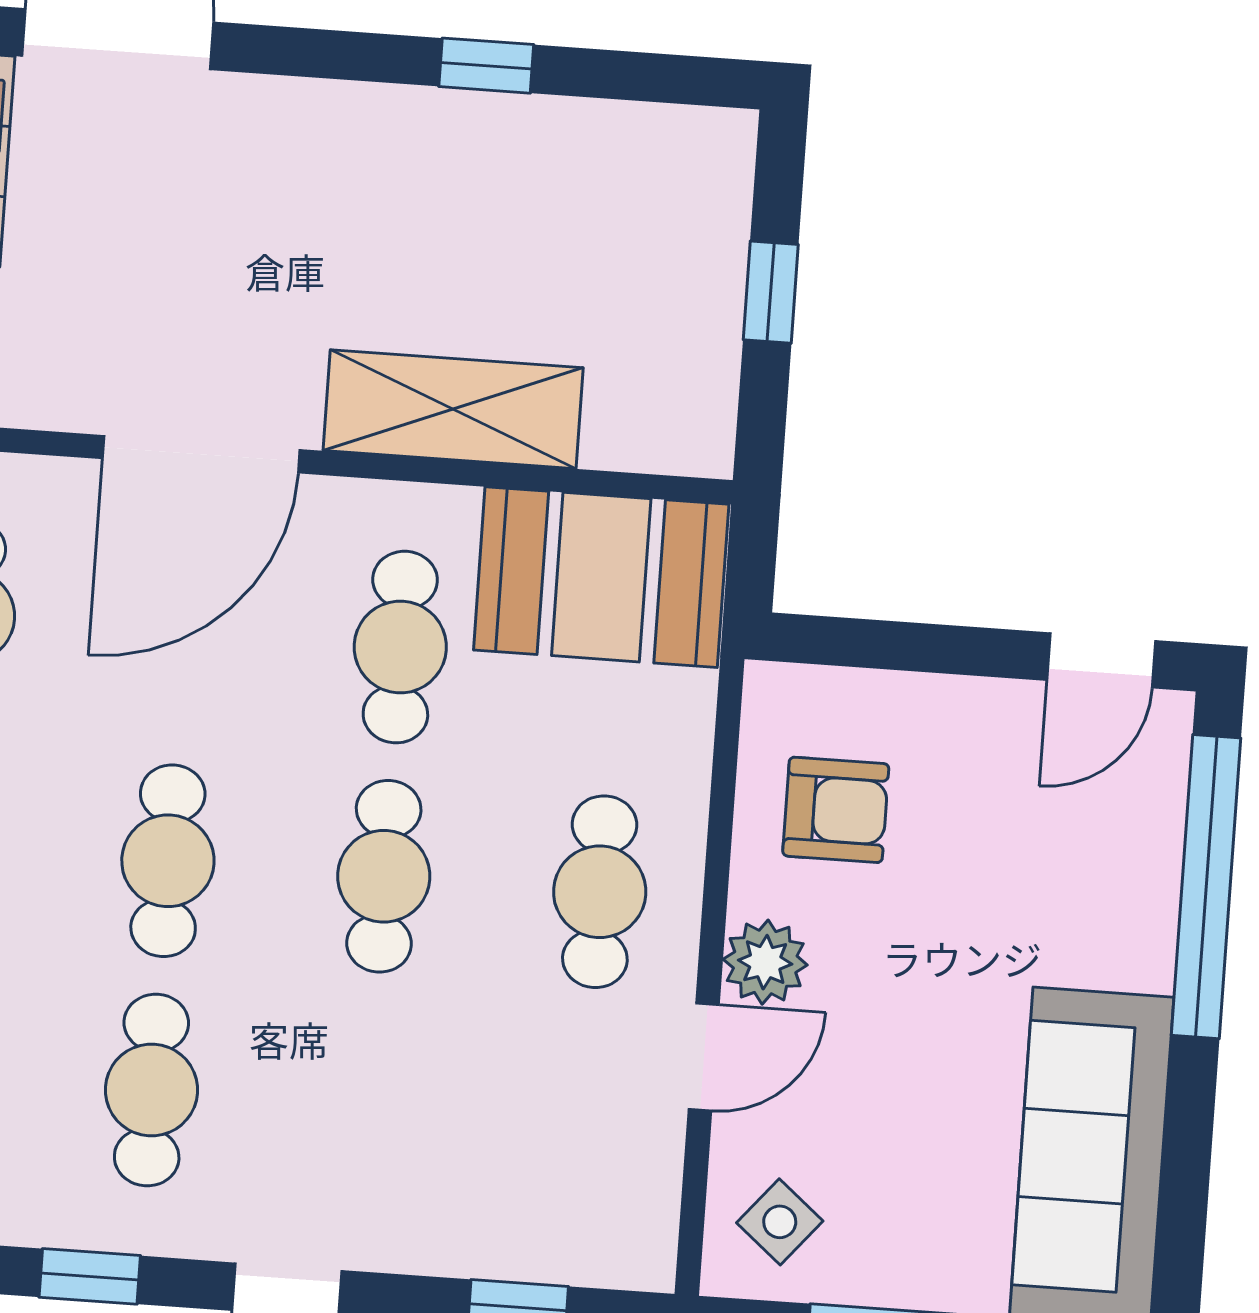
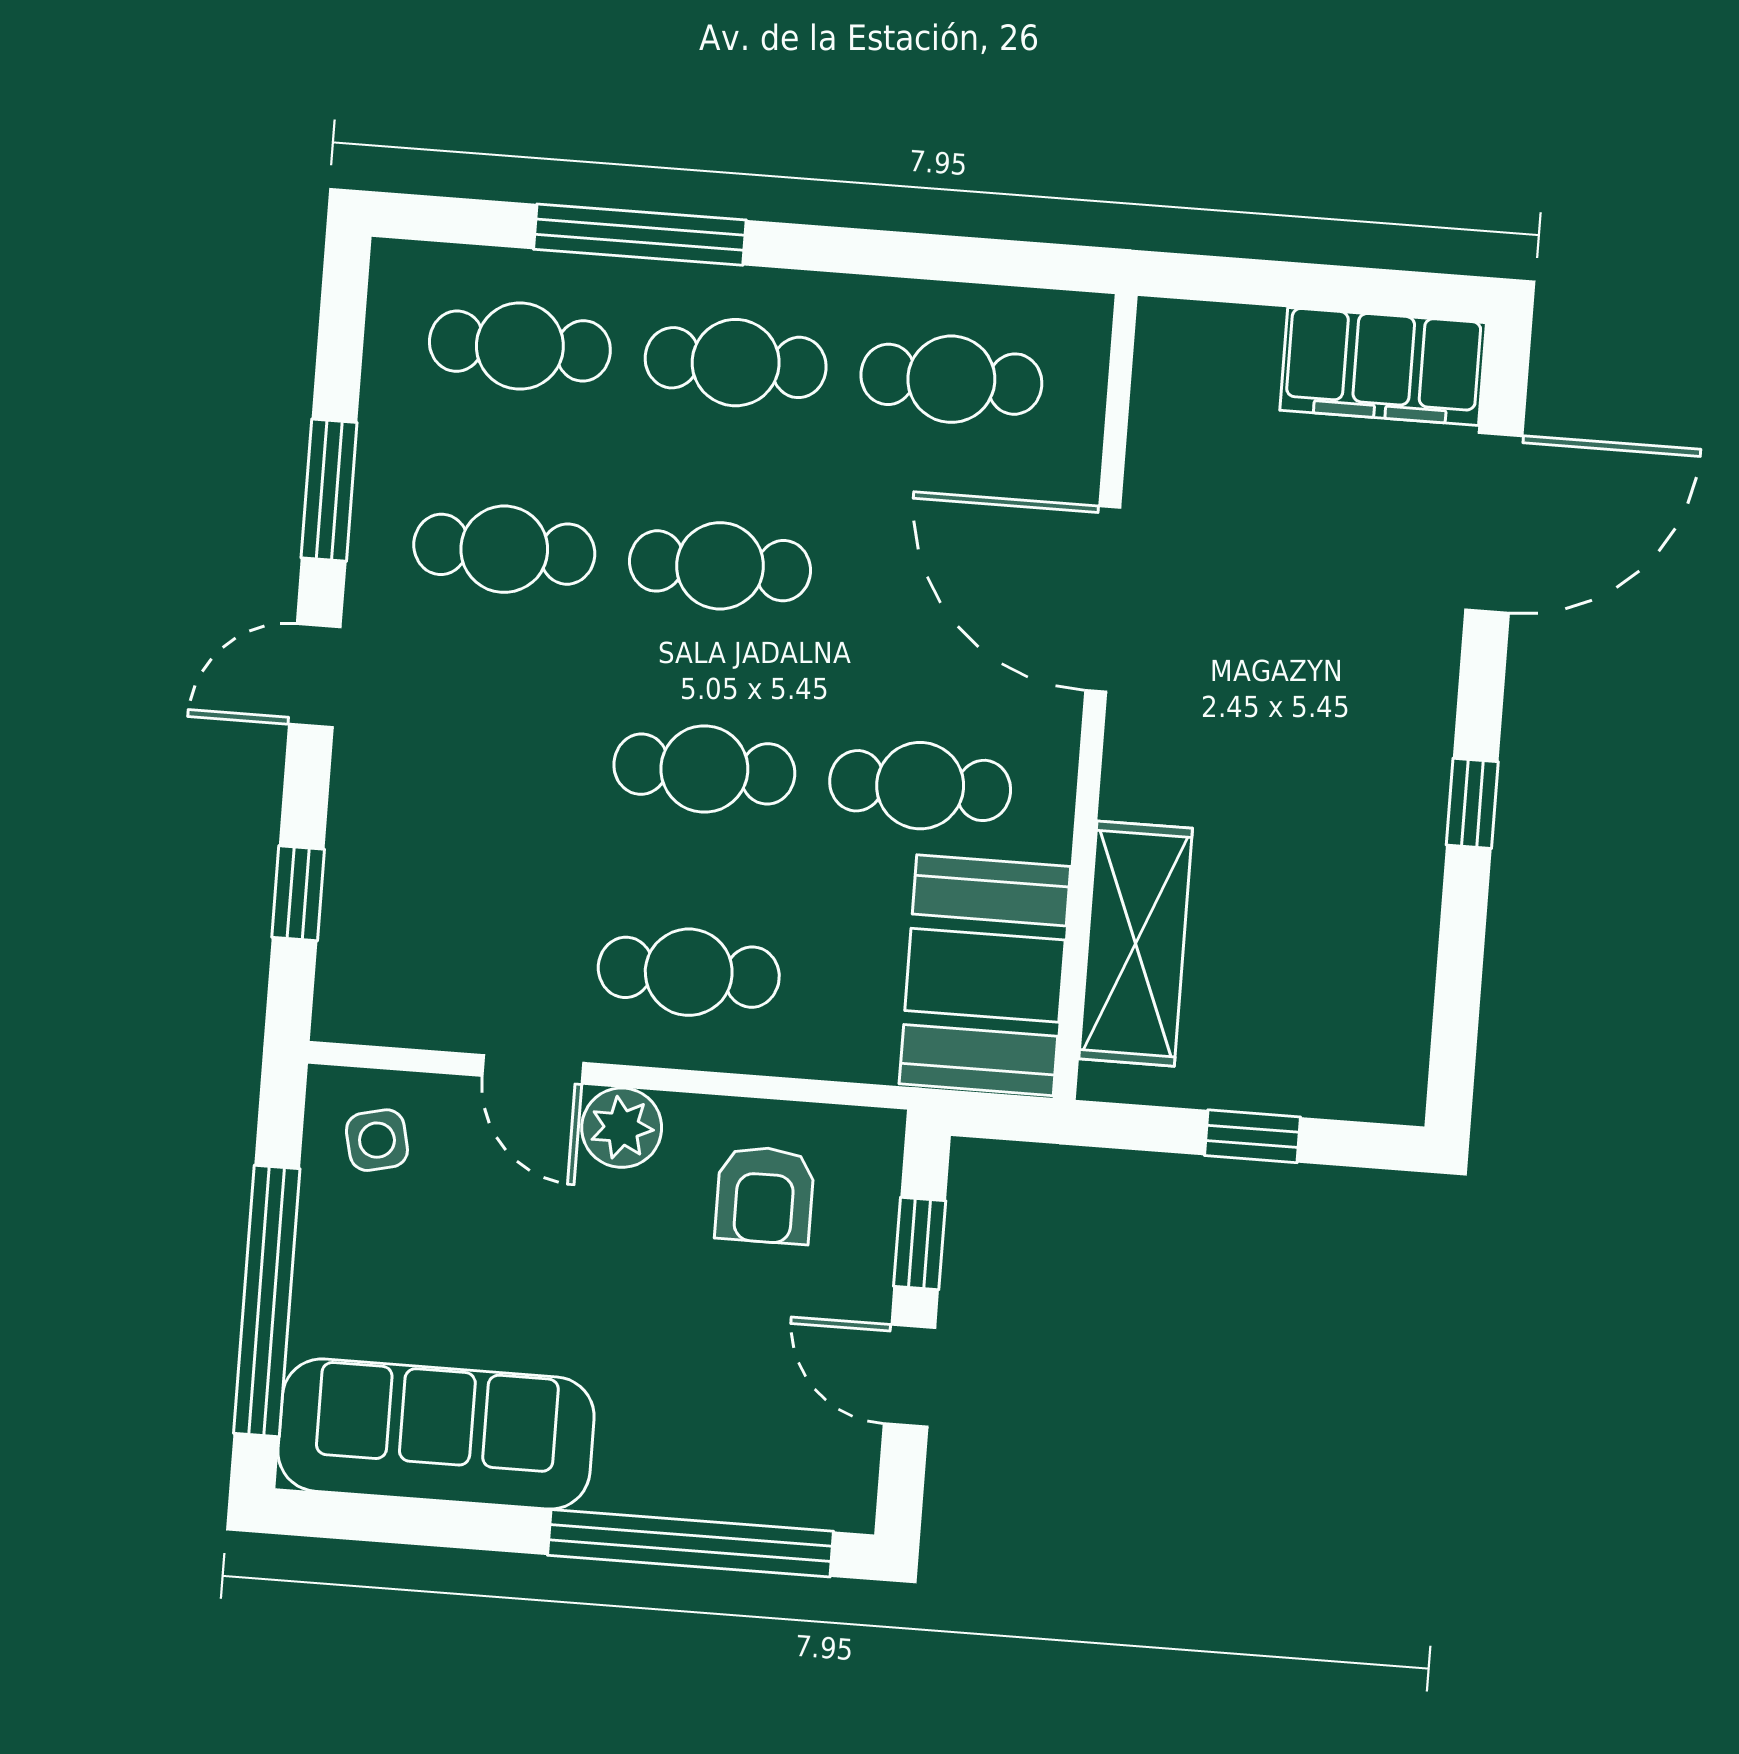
window: (486, 66) -> (1472, 803), moved
shelving: (453, 409) -> (1136, 944), moved
window: (887, 645) -> (920, 1244), added
door: (1101, 660) -> (909, 1376), moved
side table: (780, 1222) -> (377, 1140), turned 37
window: (90, 1276) -> (329, 490), width x1.50

